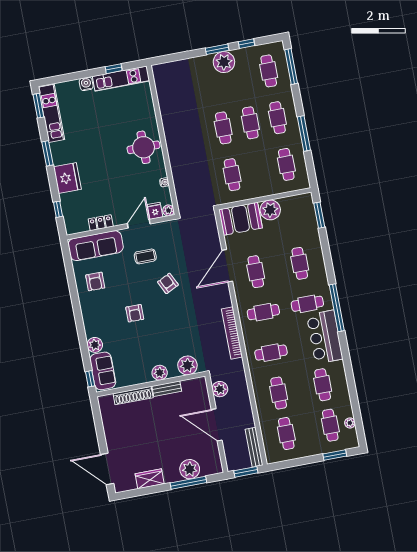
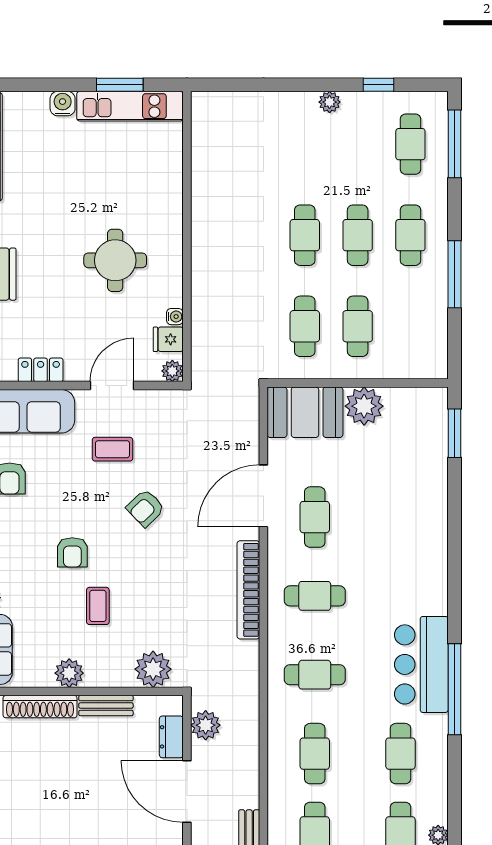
window: (217, 49) -> (321, 85), removed
plant: (224, 62) -> (330, 102), width x0.53, depth x0.53
window: (114, 69) -> (120, 85), width x1.50
round table: (144, 147) -> (115, 260), moved
cafe table: (286, 164) -> (358, 326), moved
fridge: (155, 211) -> (168, 339), moved, turned -90
cafe table: (300, 263) -> (400, 517), removed
armchair: (168, 283) -> (145, 508), turned -108
cafe table: (307, 304) -> (400, 596), removed
window: (337, 308) -> (454, 689), moved
bookcase: (232, 333) -> (248, 590), moved
coffee table: (153, 338) -> (98, 606), added
plant: (160, 373) -> (69, 673), moved
dresser: (203, 398) -> (171, 737), added

